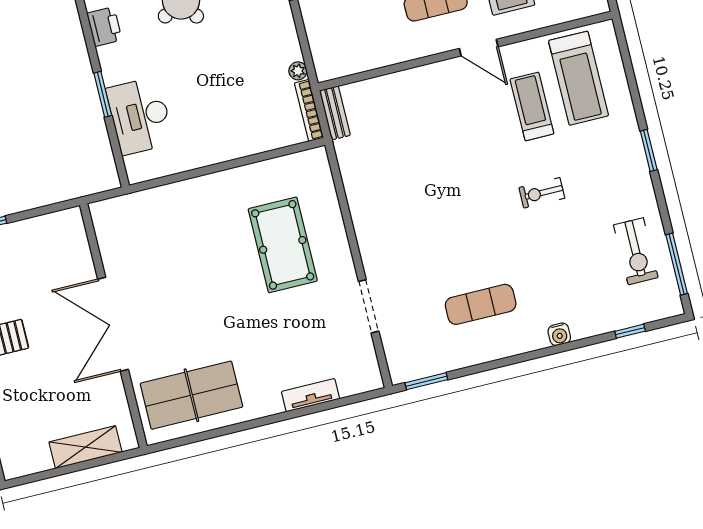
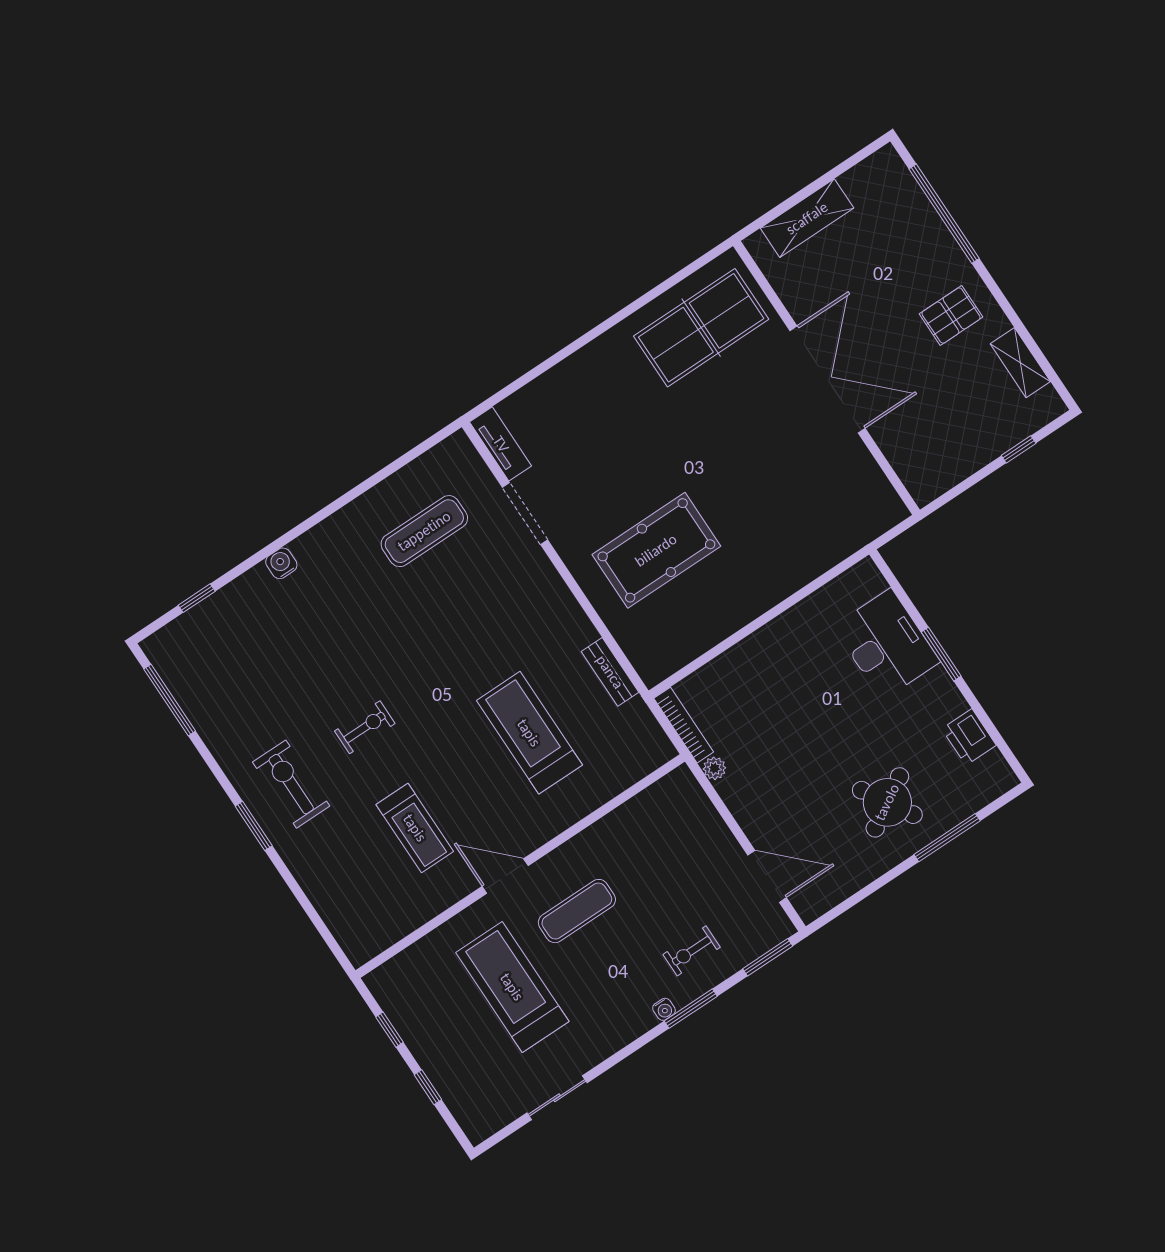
treadmill: (578, 78) -> (529, 733), moved
bench: (335, 113) -> (610, 672), moved
pool table: (283, 245) -> (656, 550), turned 90
exercise bike: (636, 251) -> (291, 784), moved
exercise mat: (481, 304) -> (424, 531), moved
window: (426, 381) -> (422, 448), removed
tv unit: (311, 395) -> (501, 444), moved, turned -90

